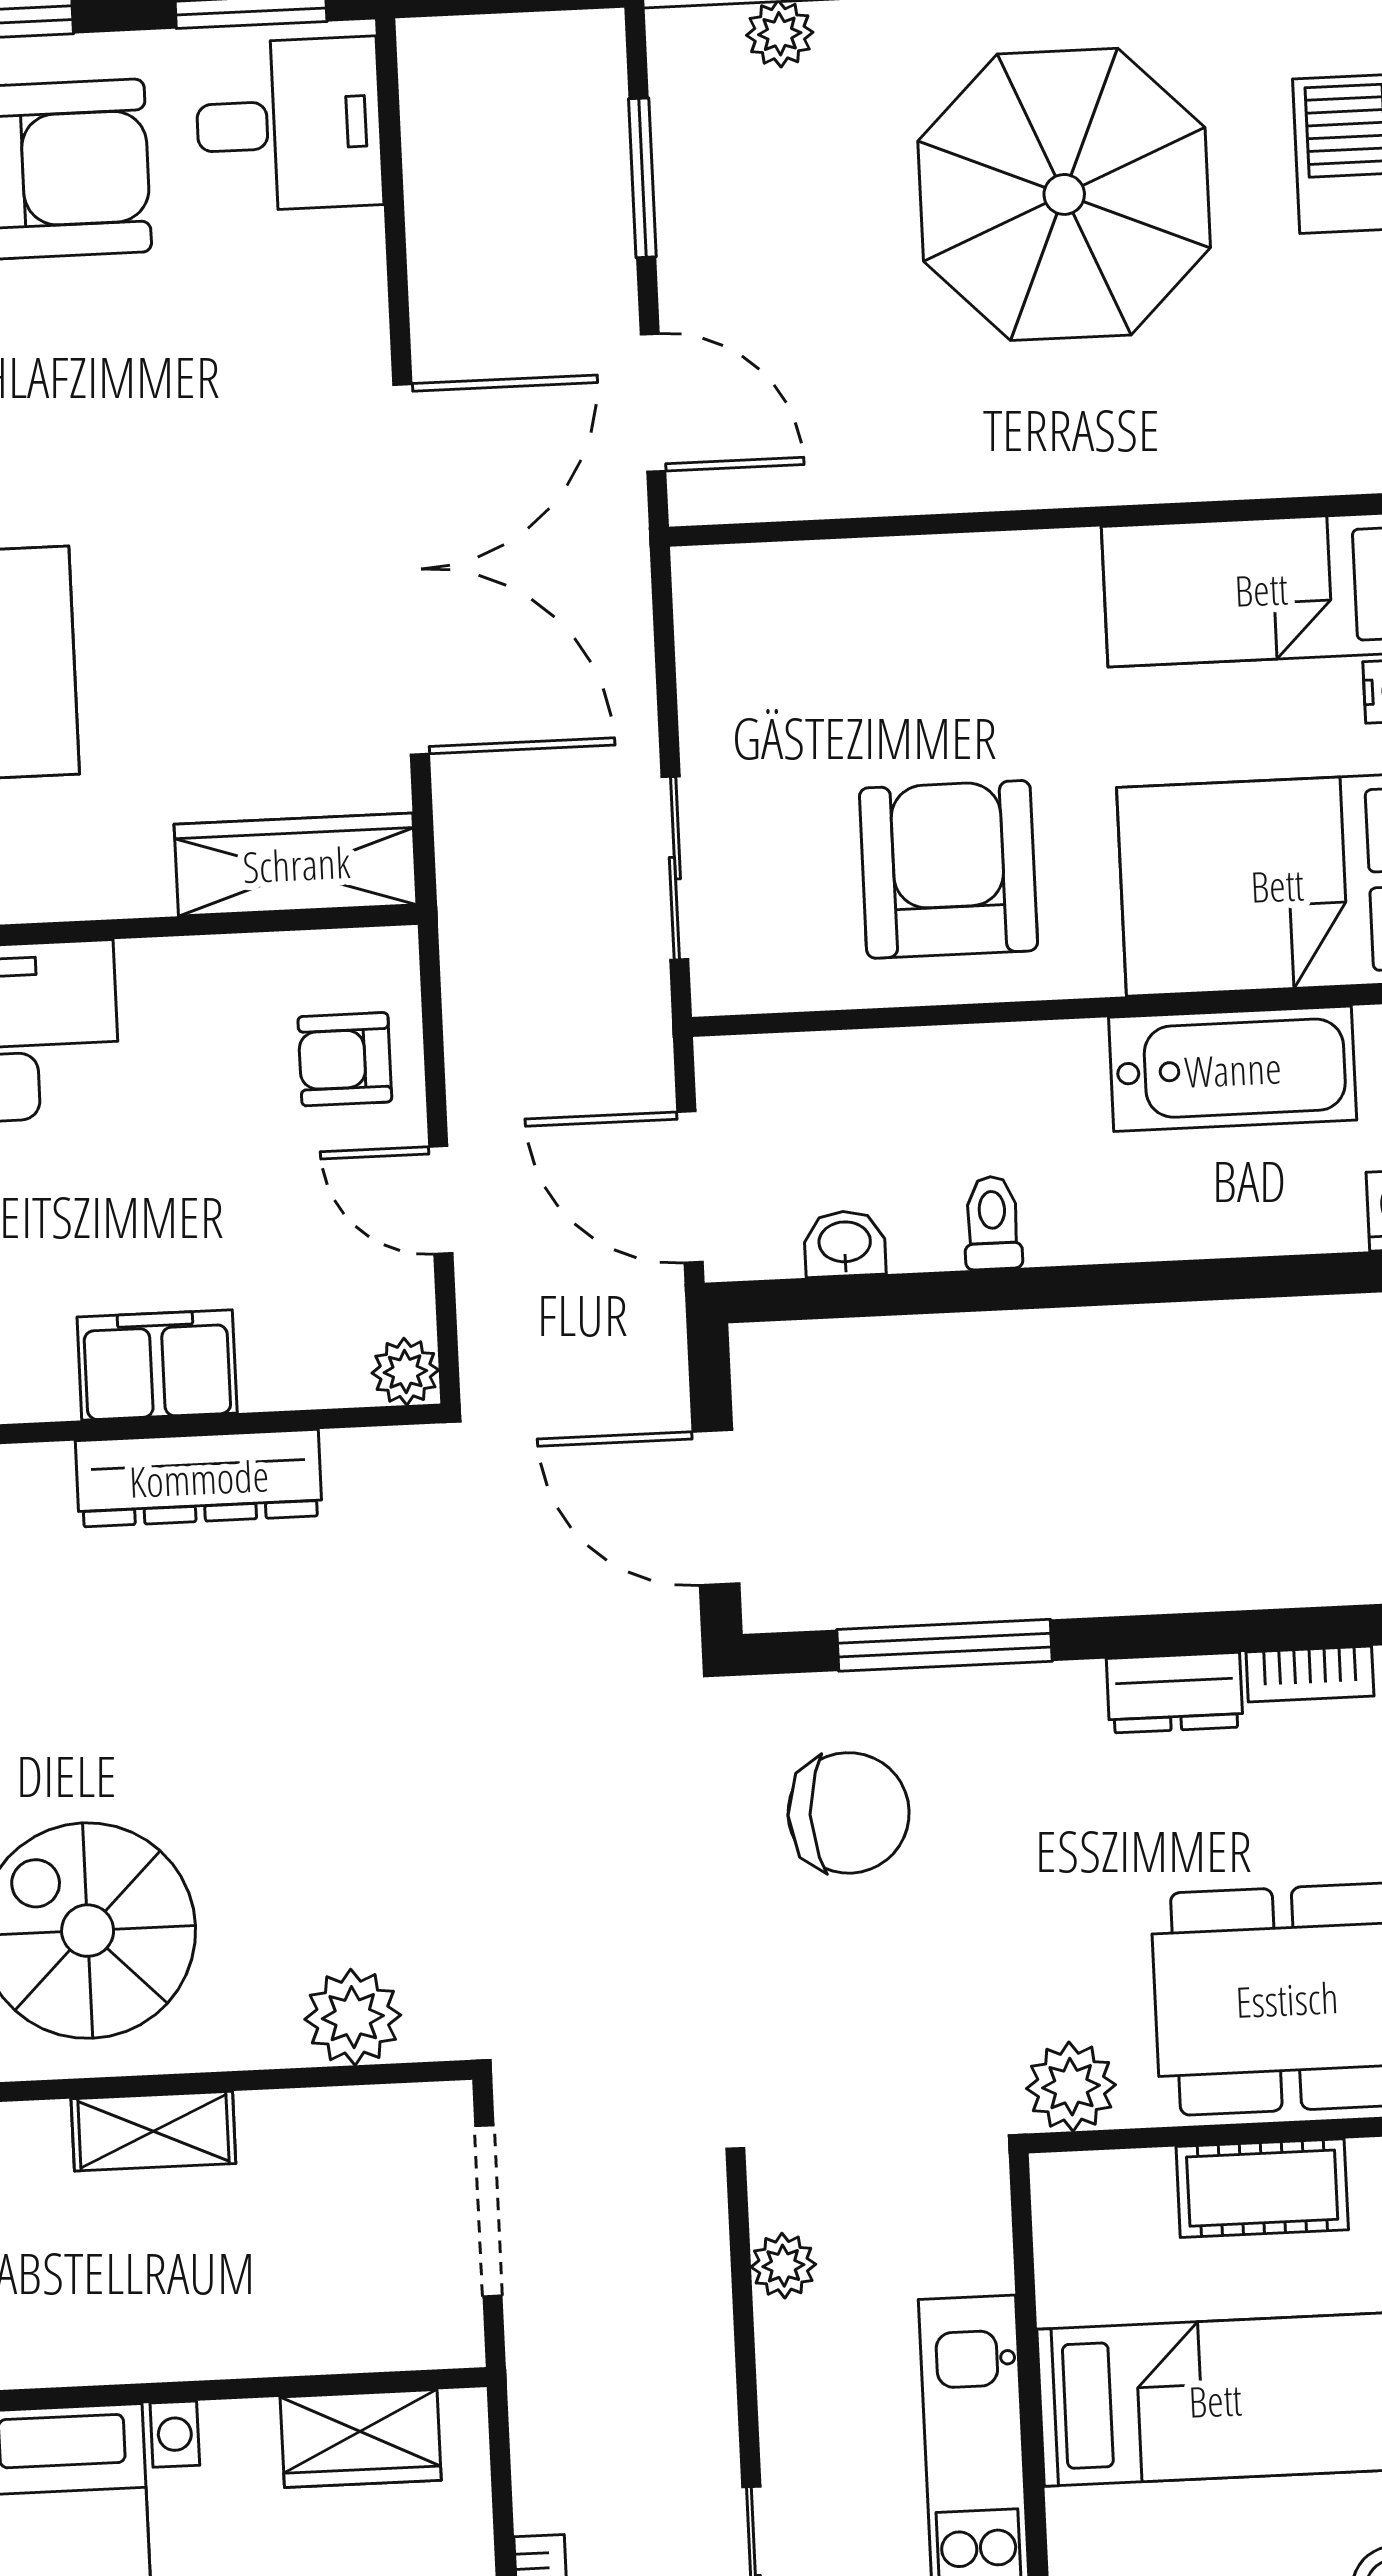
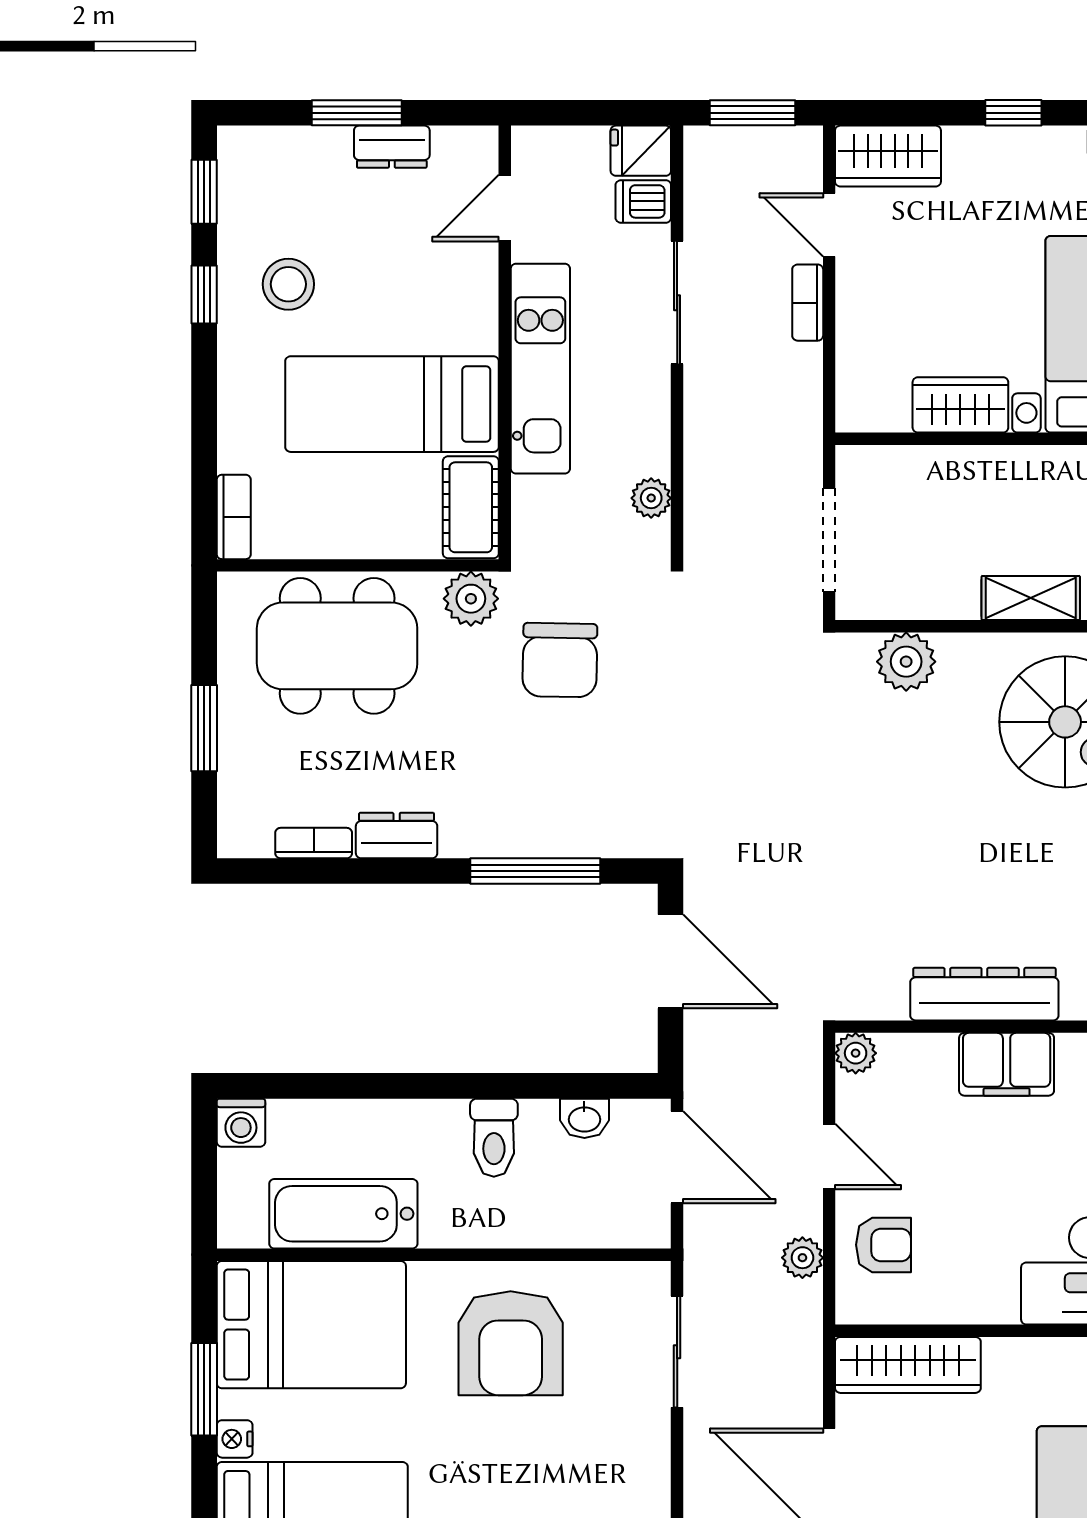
plant: (477, 1032) -> (802, 1258), added
toilet: (992, 1223) -> (494, 1138), width x1.37, depth x1.39
chair: (849, 1813) -> (560, 660), moved, turned -89
cot: (1262, 2188) -> (471, 507), moved, turned 90
wardrobe: (361, 2439) -> (960, 405), moved

